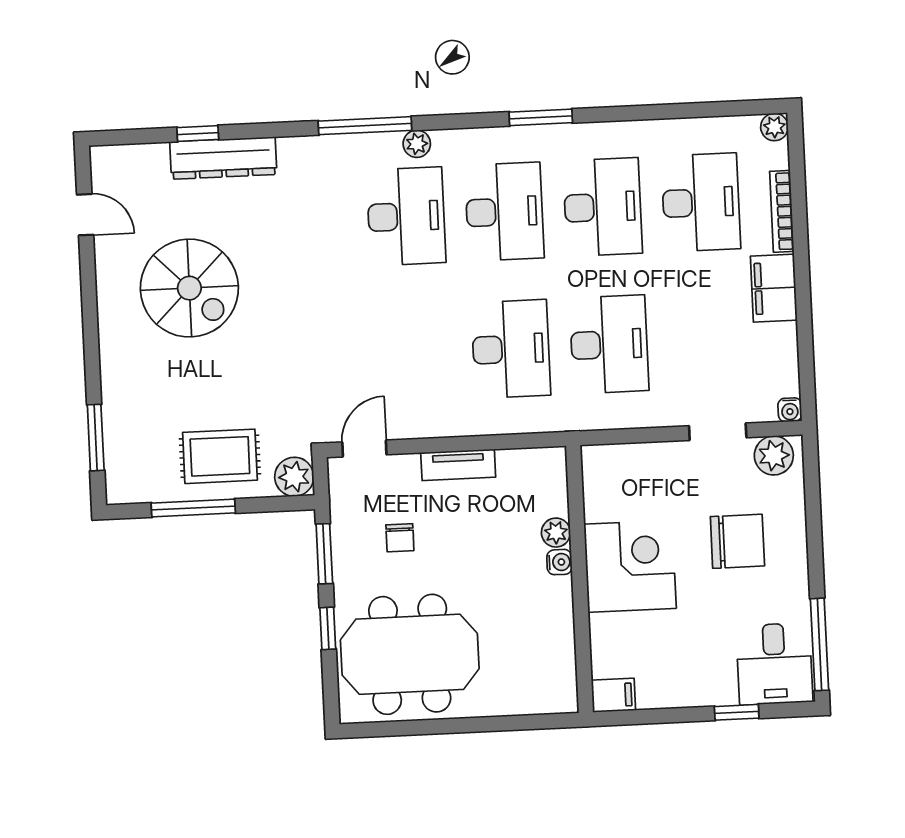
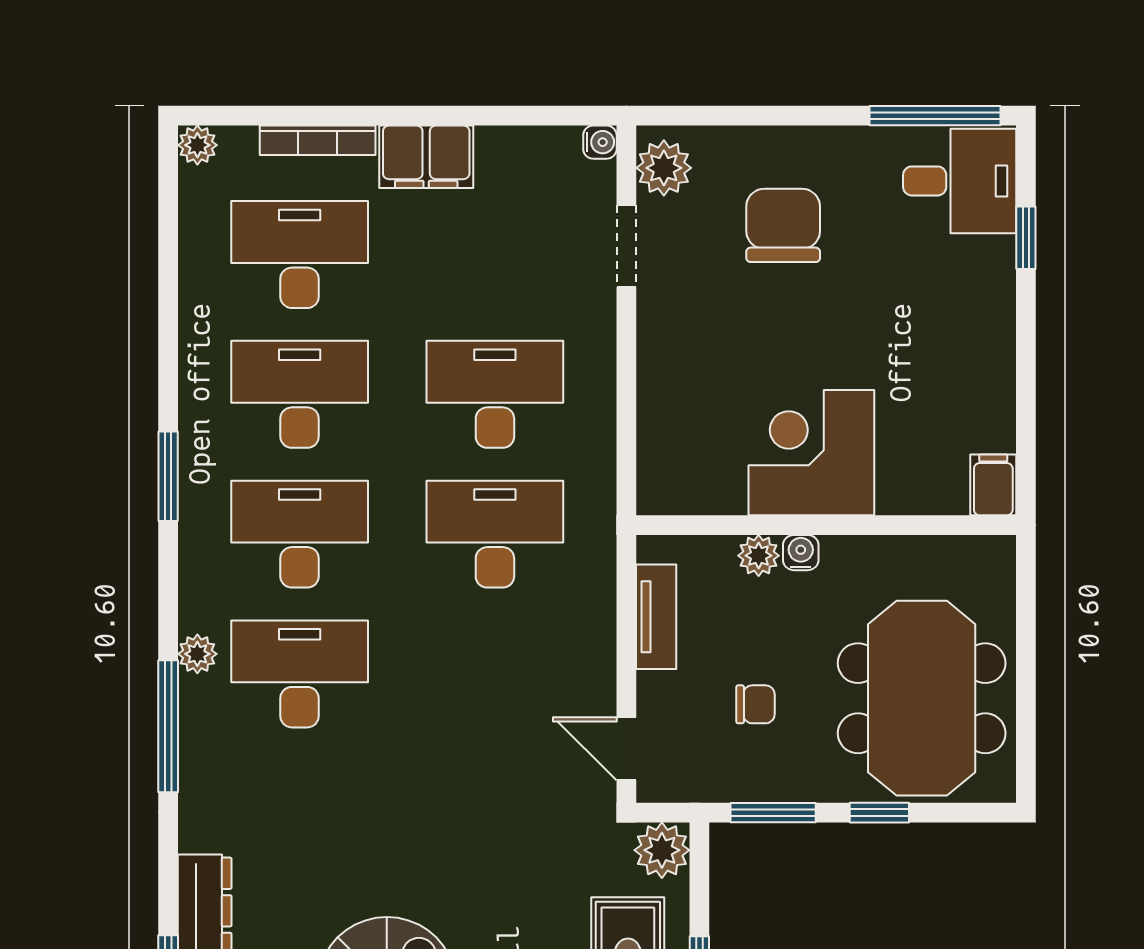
plant: (556, 533) -> (759, 556), moved
water cooler: (559, 562) -> (801, 553), moved
corner desk: (630, 566) -> (811, 453), moved
wall: (580, 579) -> (826, 525), moved
filing cabinet: (613, 695) -> (993, 485), moved

